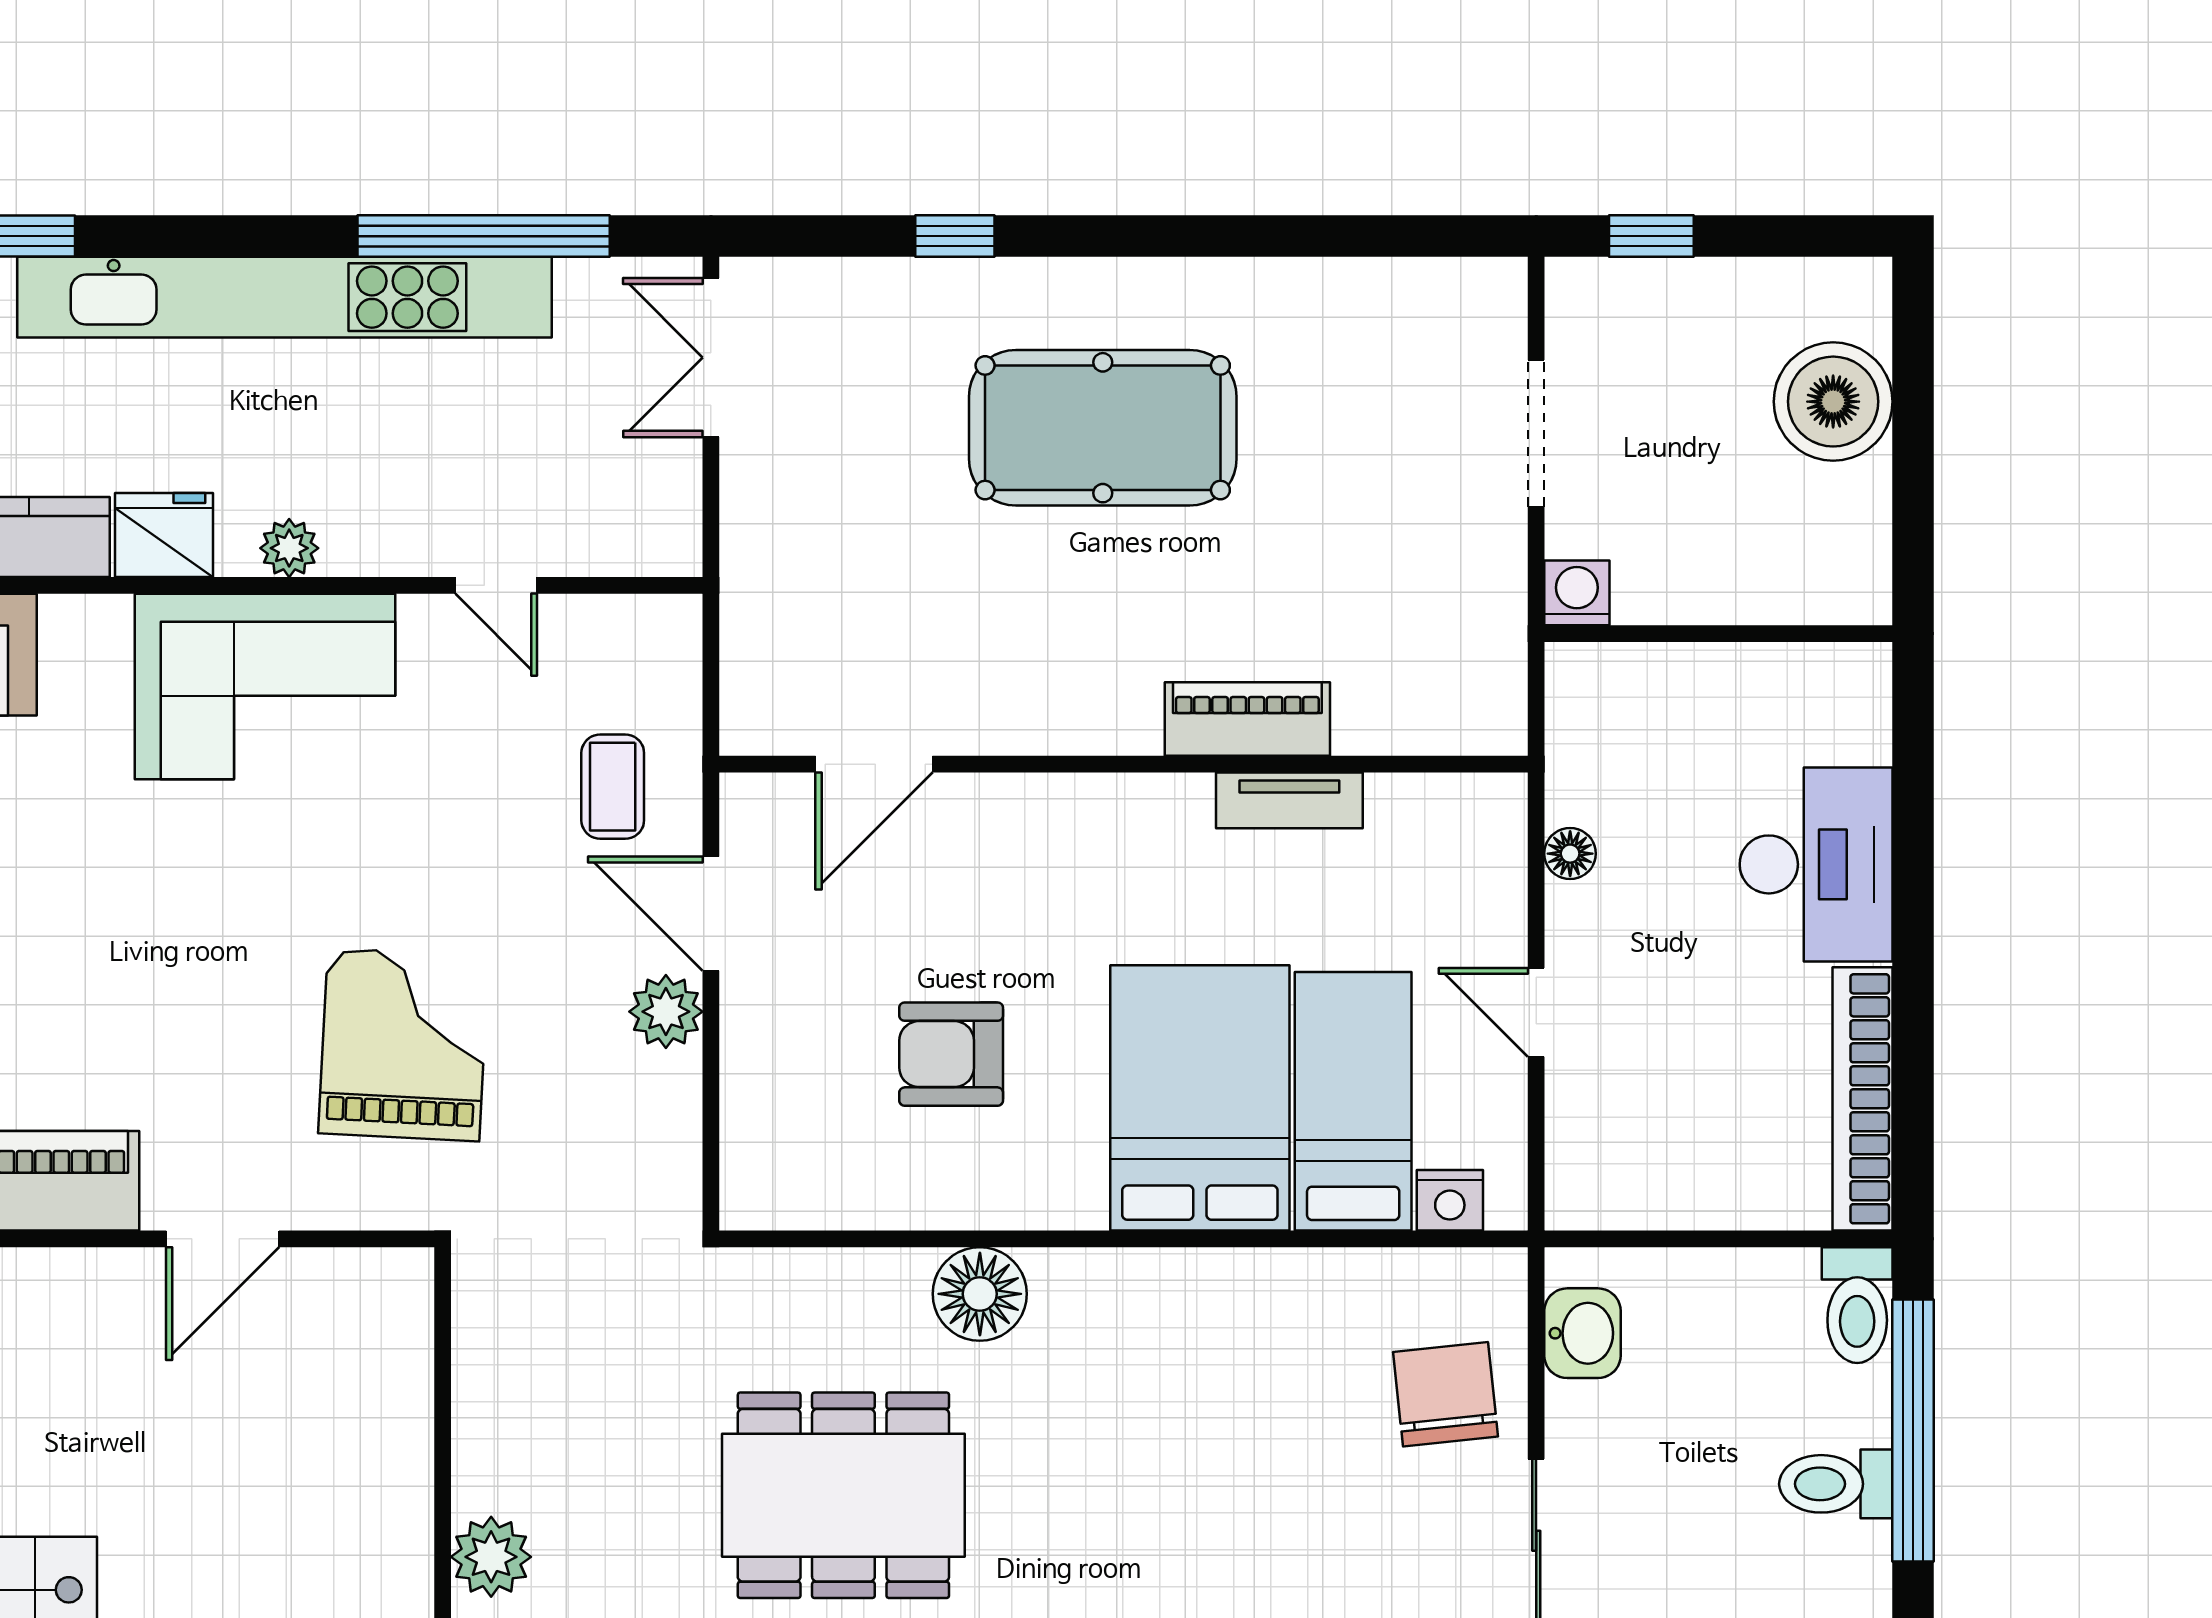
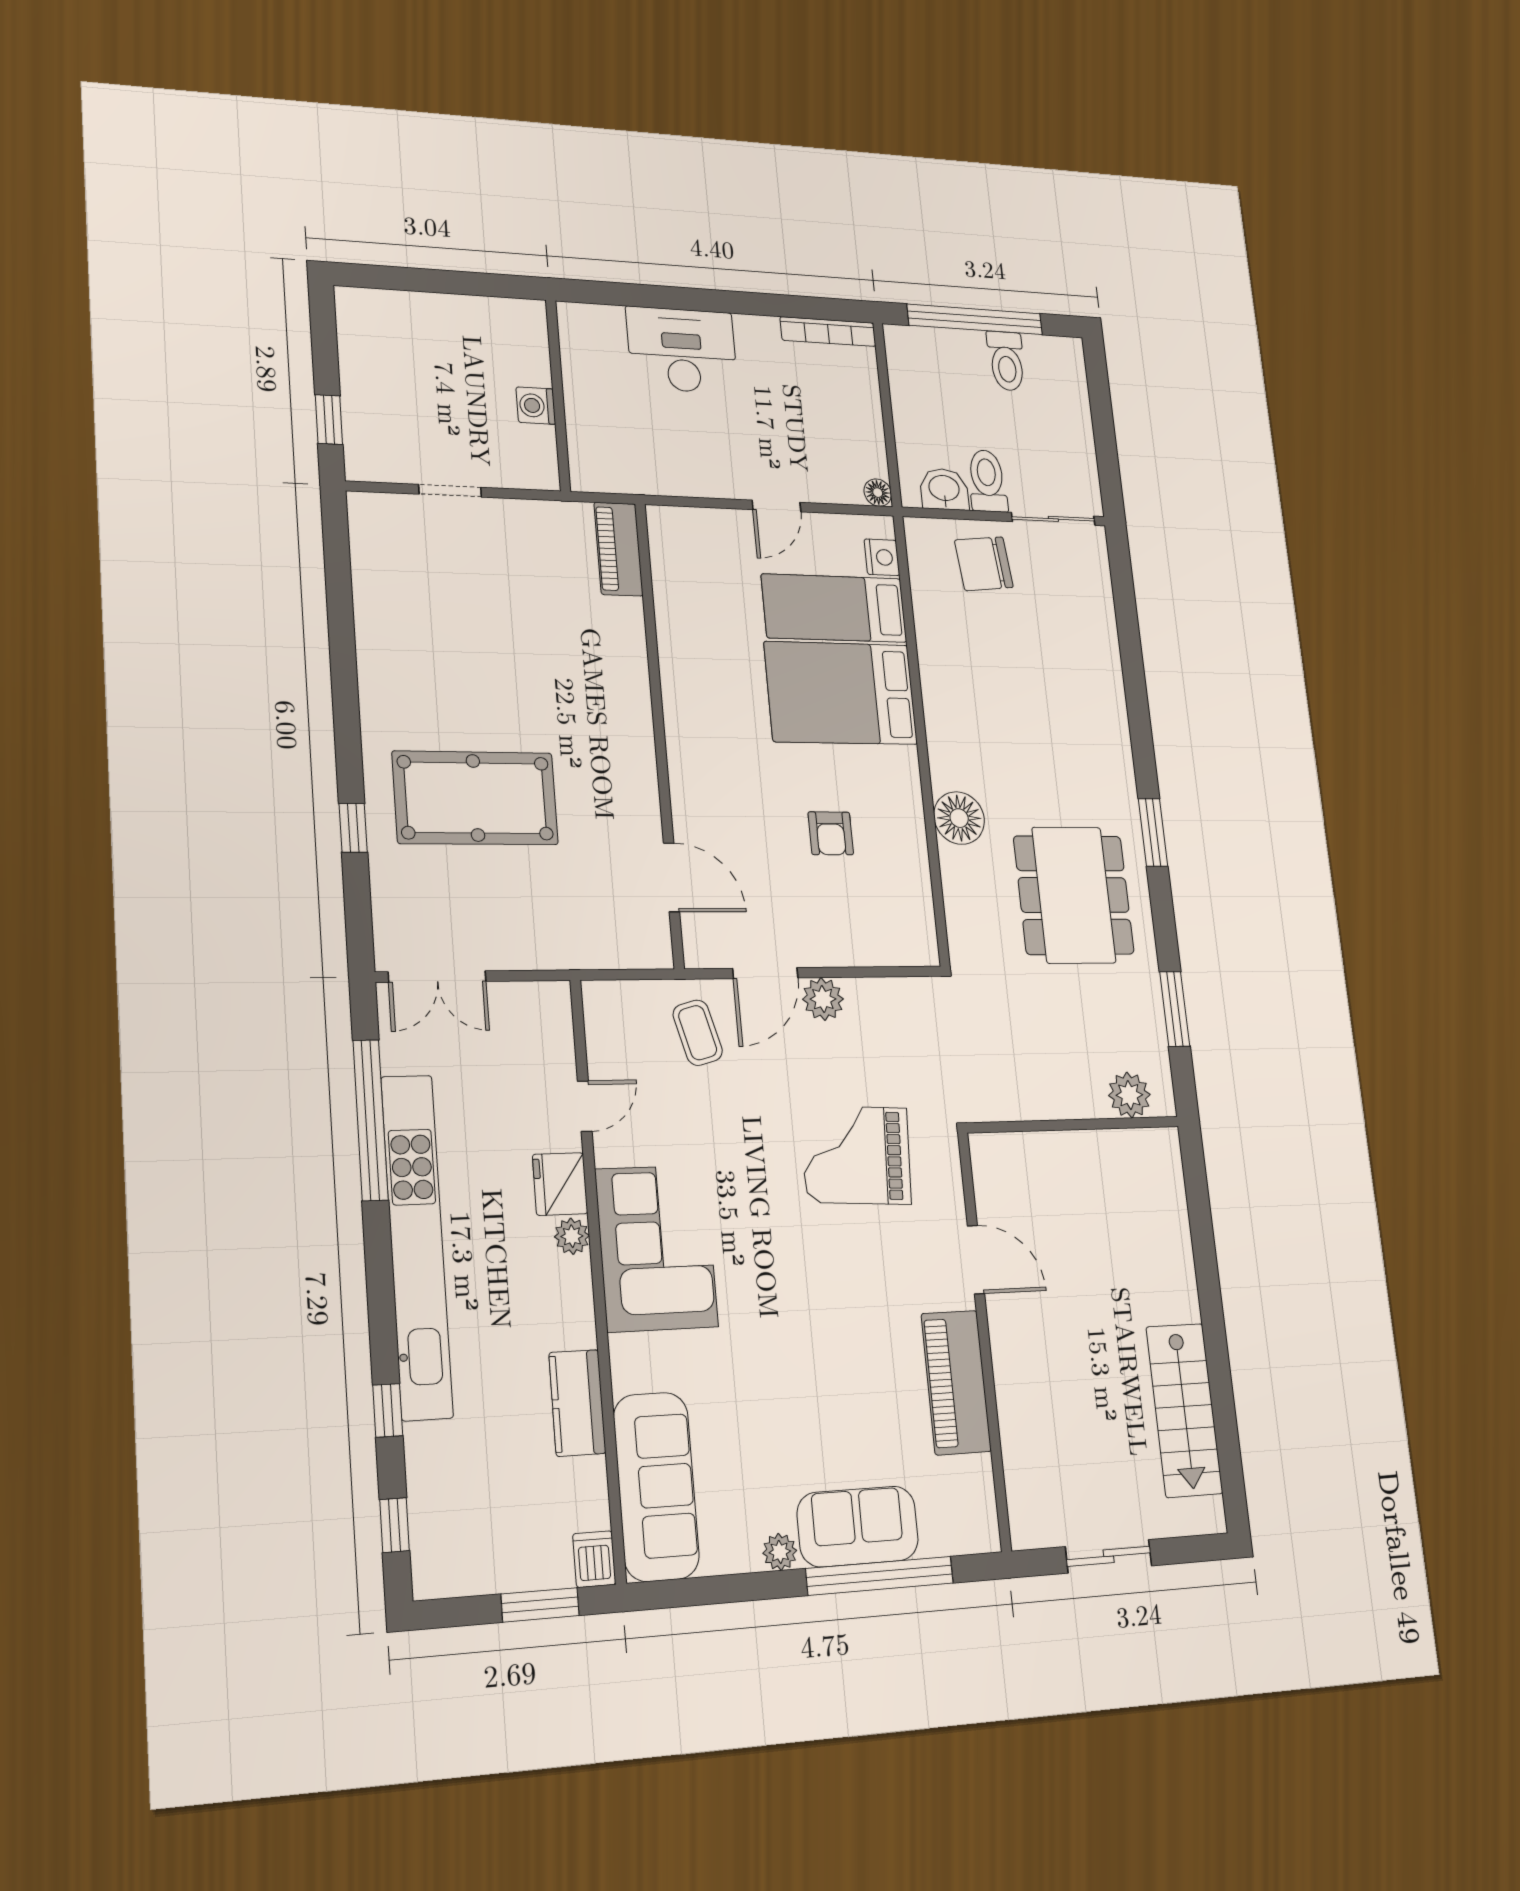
boiler: (1833, 402) -> (420, 324), removed
pool table: (1103, 428) -> (475, 798), moved, turned 90
doorway: (1536, 433) -> (450, 491), width x0.73
fridge: (164, 535) -> (560, 1184), moved
washing machine: (1577, 593) -> (536, 406), moved
piano: (1247, 719) -> (619, 549), moved
coffee table: (613, 787) -> (698, 1033), turned 75
tv unit: (1289, 800) -> (672, 638), removed
floor lamp: (1570, 854) -> (878, 493), moved
armchair: (951, 1054) -> (831, 833), width x0.72, depth x0.72
bookcase: (1863, 1099) -> (828, 332), width x0.68, depth x0.76
toilet: (1857, 1305) -> (987, 481), moved, turned -90

